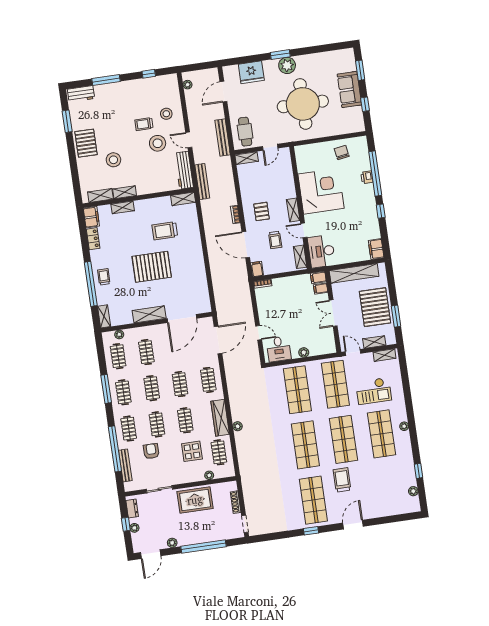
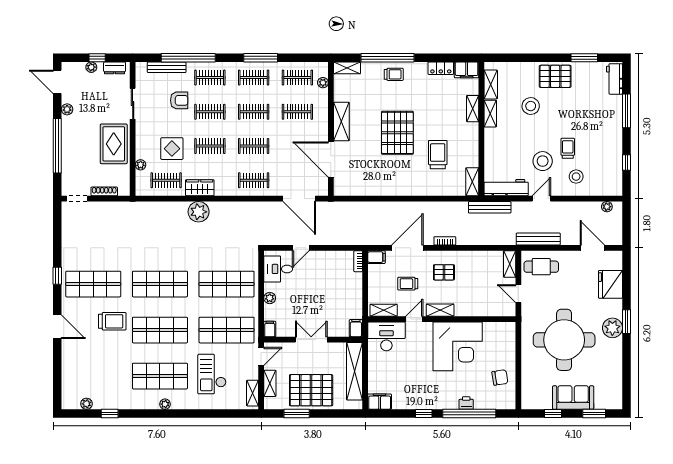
filing cabinet: (321, 289) -> (270, 329), moved
wardrobe: (220, 418) -> (200, 188), width x0.67
plant: (238, 426) -> (199, 212), width x1.88, depth x1.88

